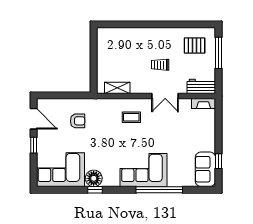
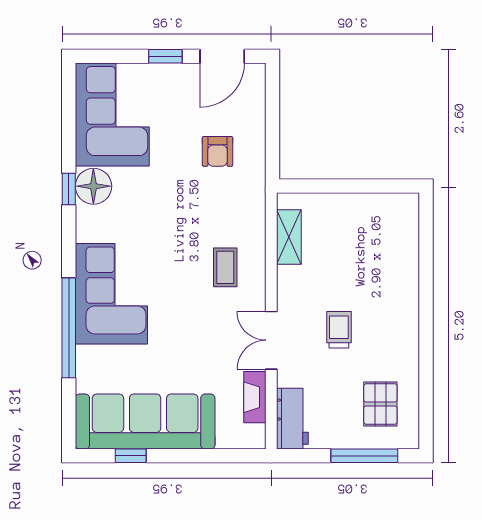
fireplace: (204, 104) -> (255, 397), moved
sofa: (205, 169) -> (145, 422), width x1.85, depth x1.27

